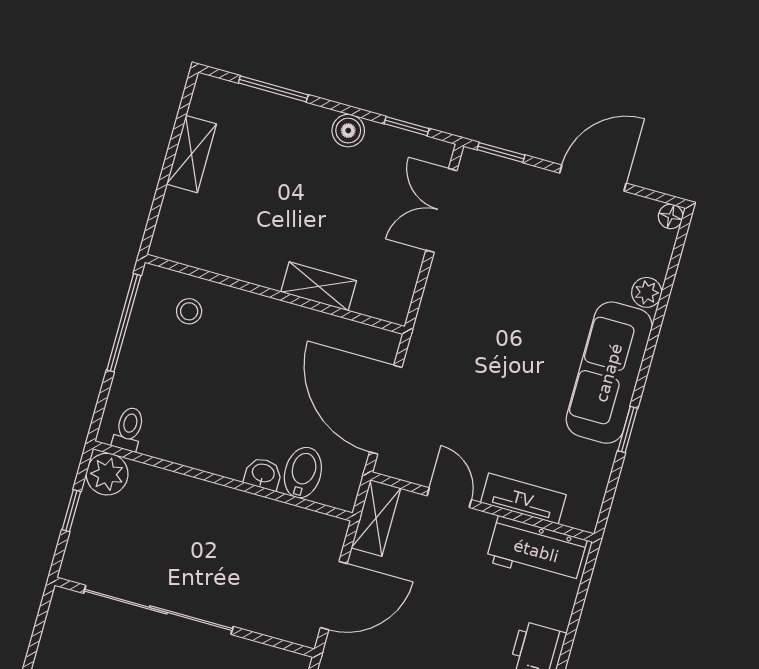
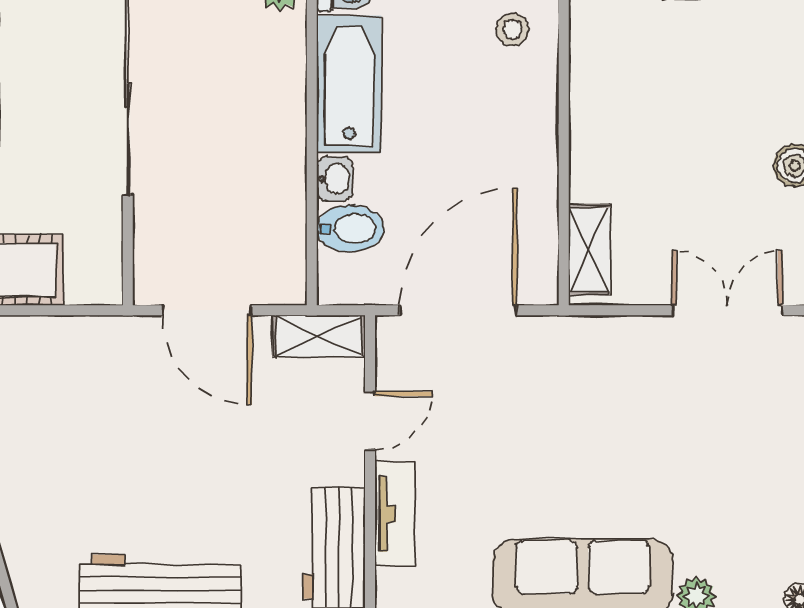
shelving: (319, 286) -> (589, 250), moved
bathtub: (196, 444) -> (349, 84), added

